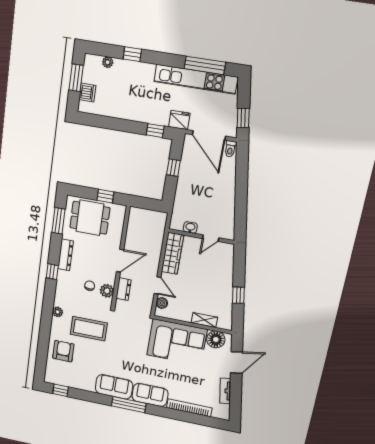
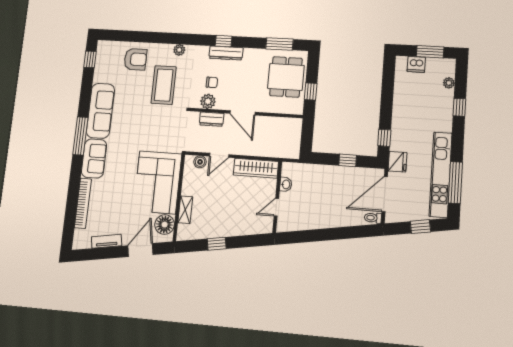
window: (243, 118) -> (420, 227), moved
door: (211, 238) -> (276, 207), hinge flipped
dresser: (65, 255) -> (226, 53), moved
door: (237, 363) -> (140, 250), swing flipped
sofa: (114, 387) -> (100, 111), width x1.36

